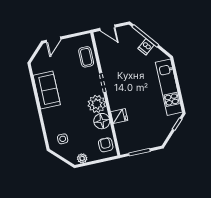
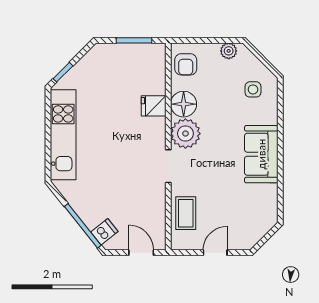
door: (53, 40) -> (215, 253), moved
dishwasher: (146, 47) -> (104, 232), moved
sofa: (47, 90) -> (261, 154), moved

